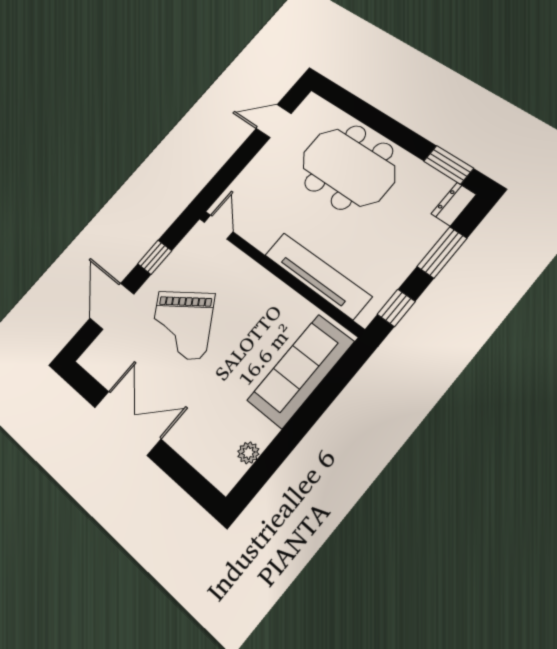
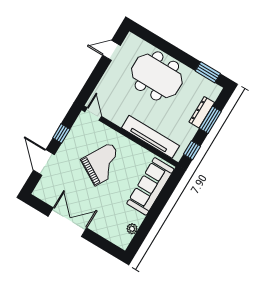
dresser: (454, 204) -> (202, 112), moved, width x1.44
grand piano: (182, 325) -> (103, 164), moved, turned -116

